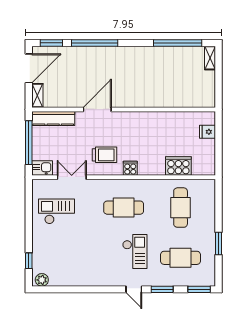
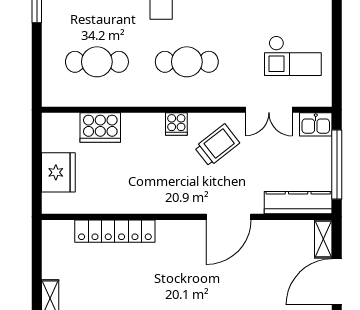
locker: (169, 100) -> (115, 231), added
fridge: (208, 132) -> (58, 172), width x1.88, depth x1.34
trolley: (104, 155) -> (217, 145), turned 142
cafe table: (181, 208) -> (97, 62), turned 90

